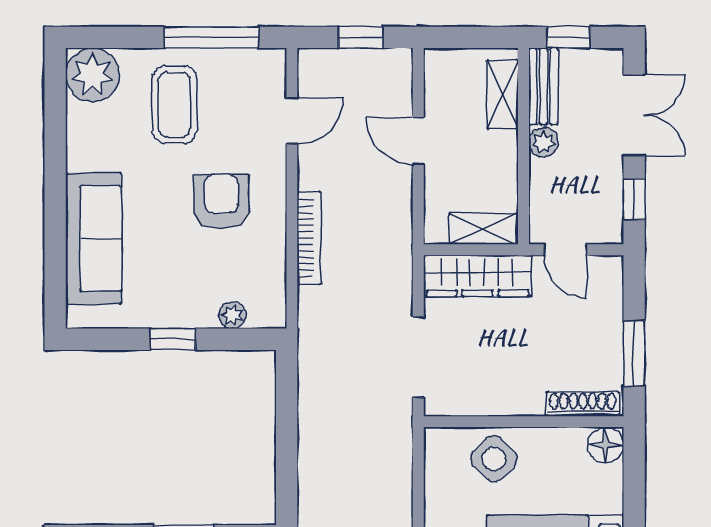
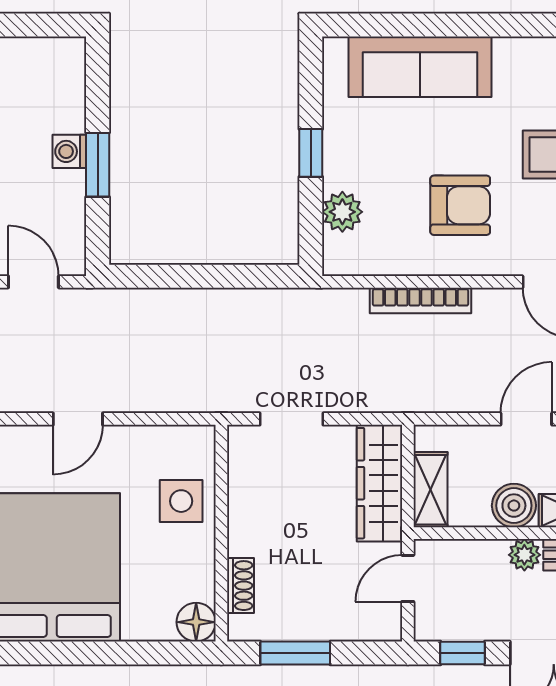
boiler: (498, 152) -> (514, 506), added
plant: (232, 315) -> (342, 212), width x1.38, depth x1.38
doorway: (418, 357) -> (291, 419), width x0.73
shoe rack: (583, 404) -> (240, 586), width x0.70
side table: (494, 459) -> (181, 501), turned 45

